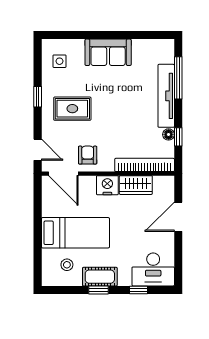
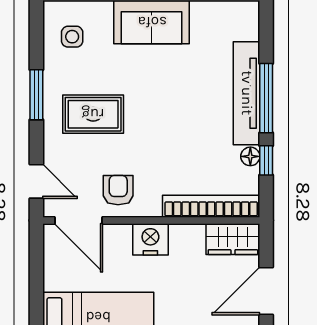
window: (178, 78) -> (266, 98), moved
window: (38, 97) -> (36, 95), width x1.50
wardrobe: (136, 185) -> (233, 239), moved

